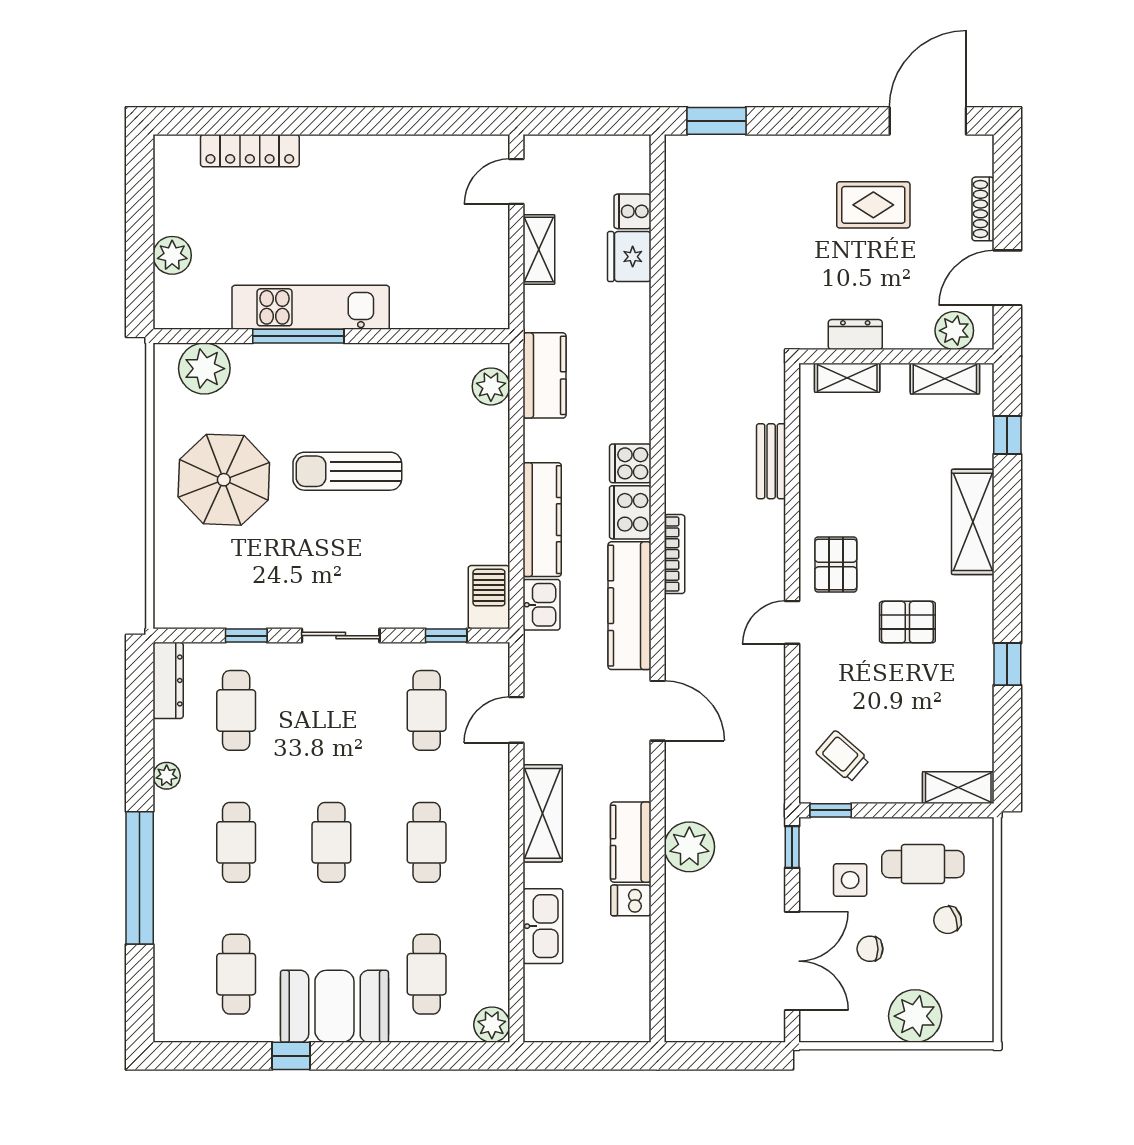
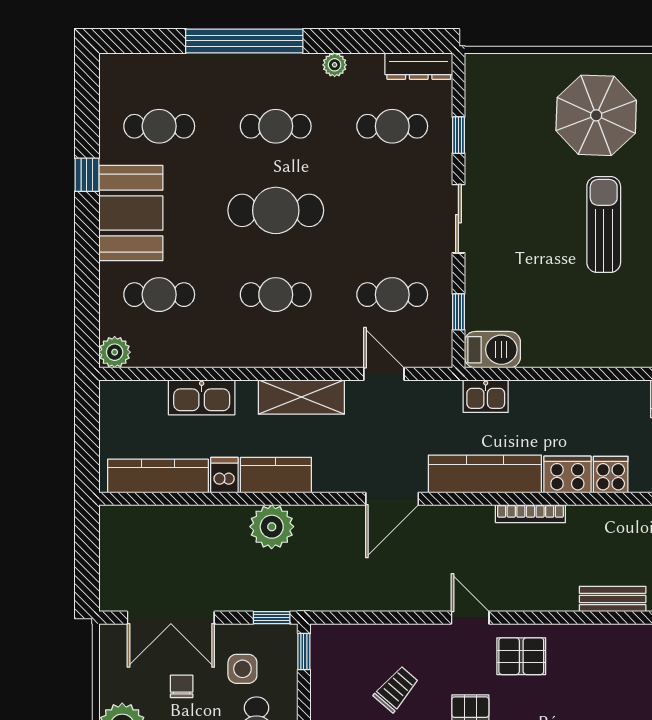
kitchen counter: (542, 520) -> (158, 476), moved, turned 180
trolley: (843, 756) -> (396, 689), moved
cafe table: (331, 842) -> (276, 210), width x1.37, depth x1.35

